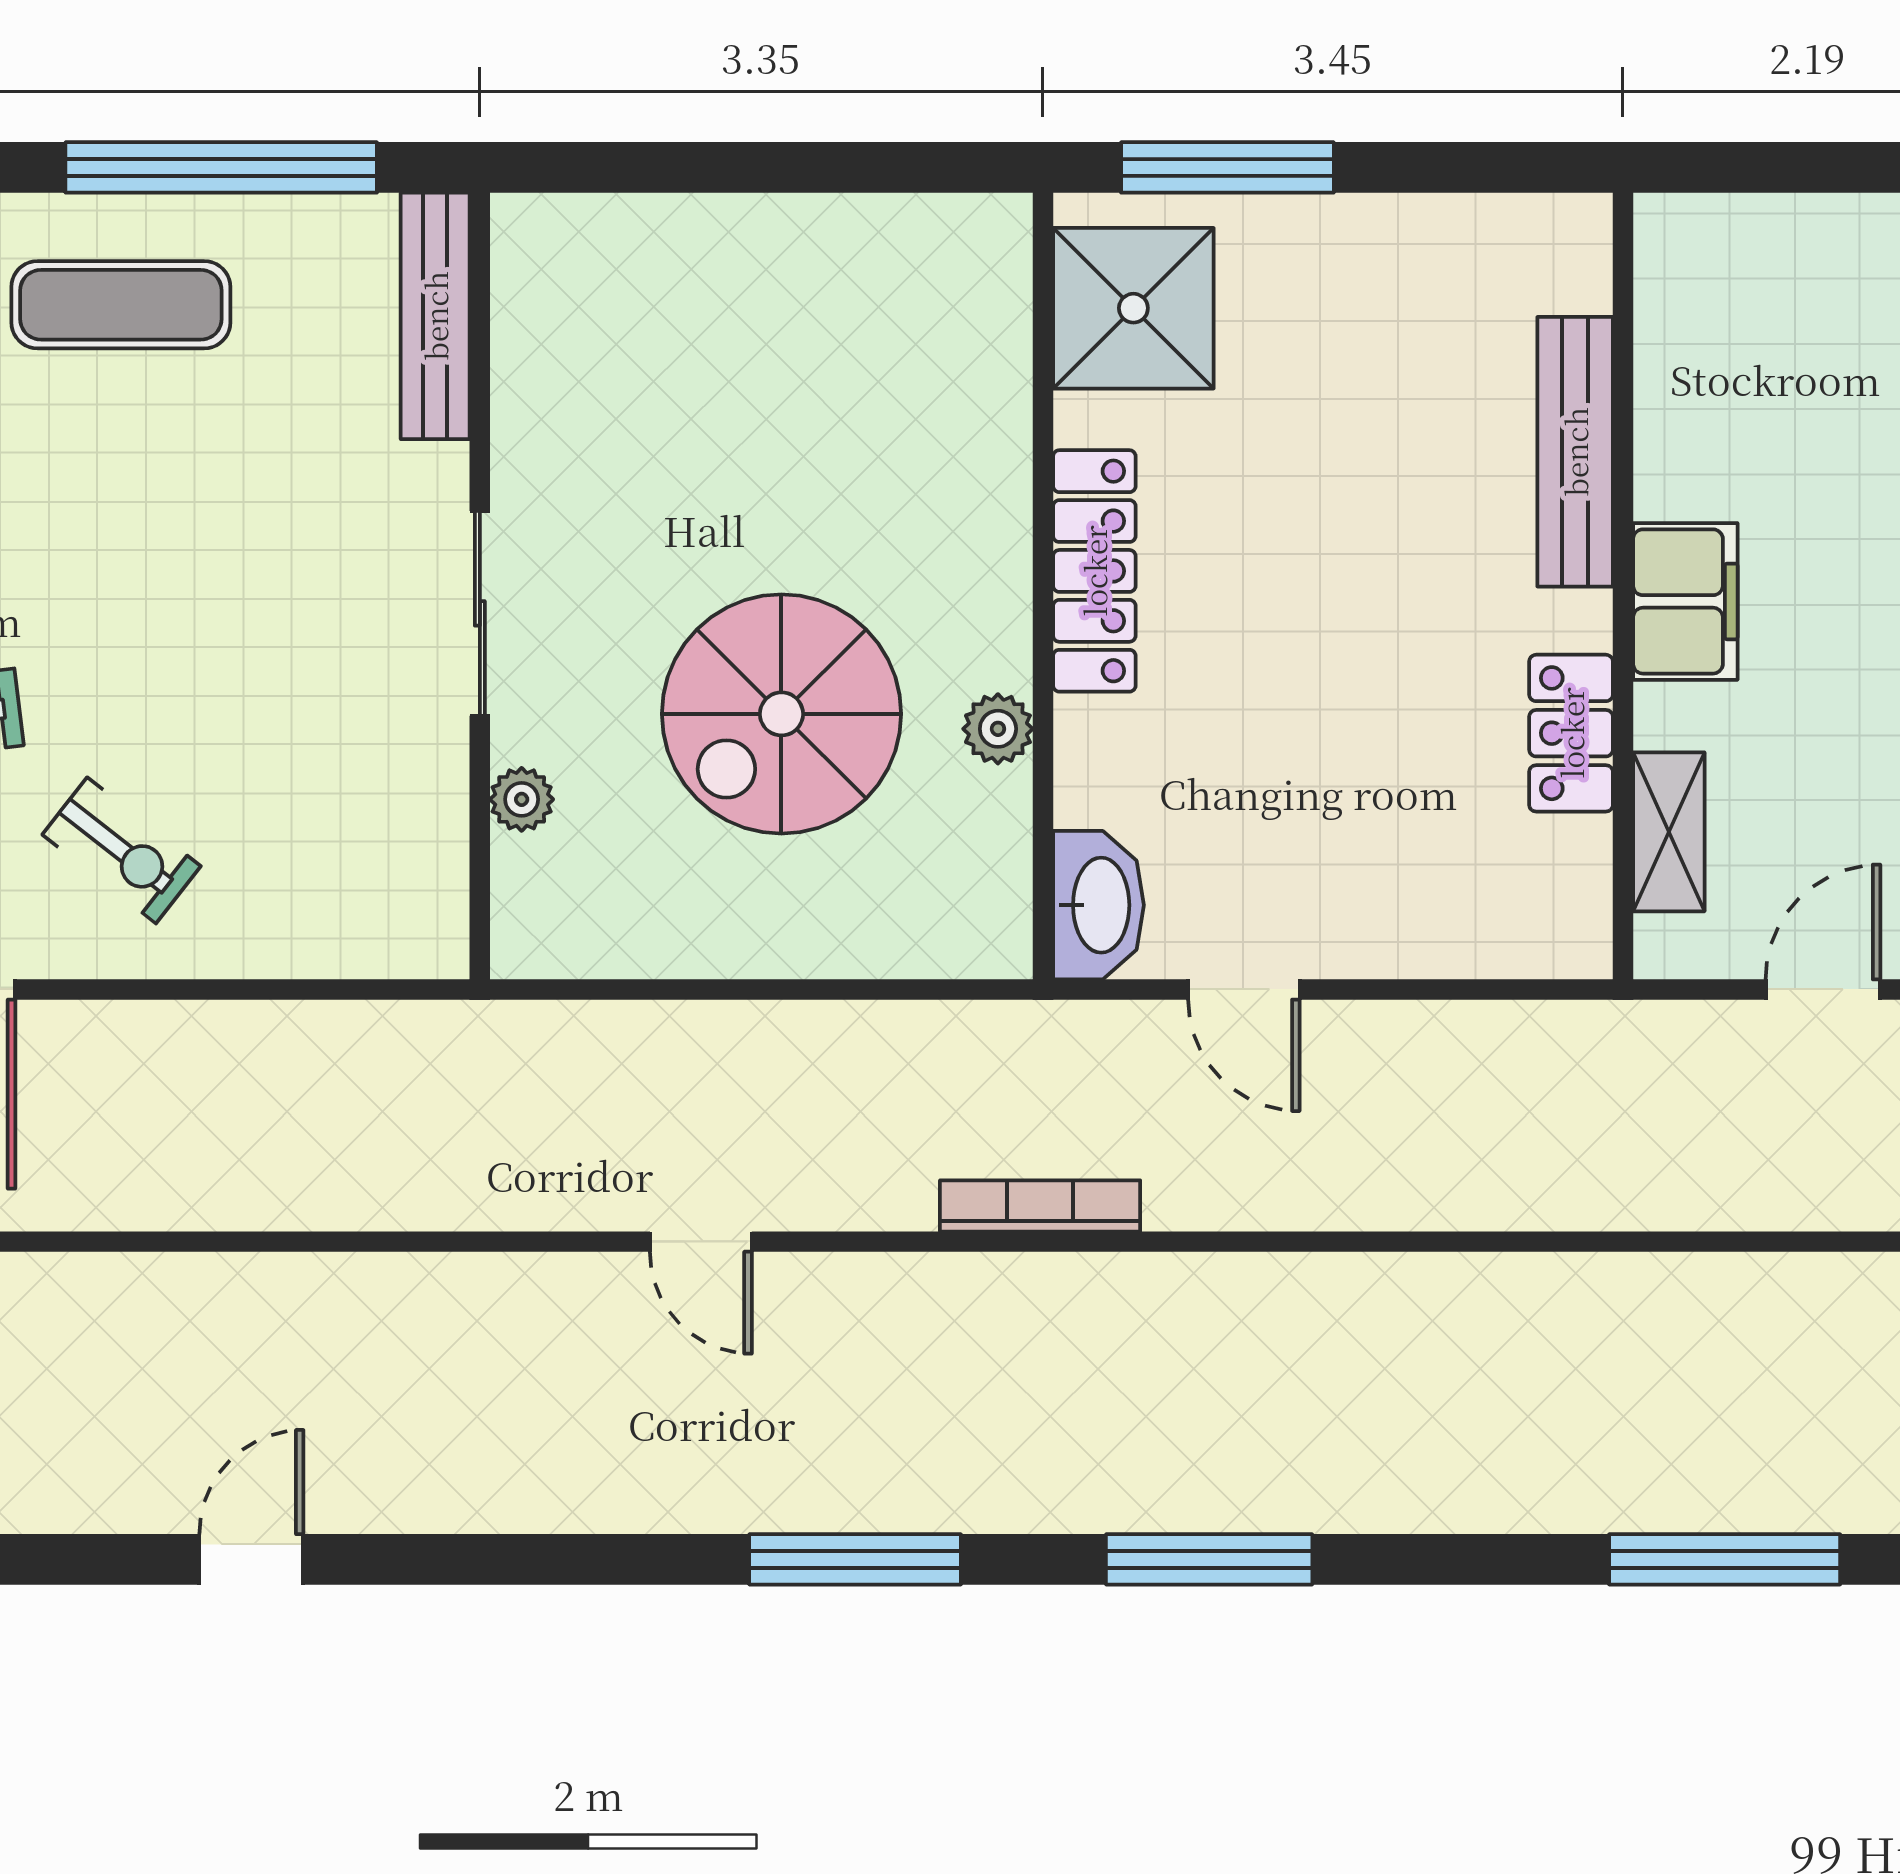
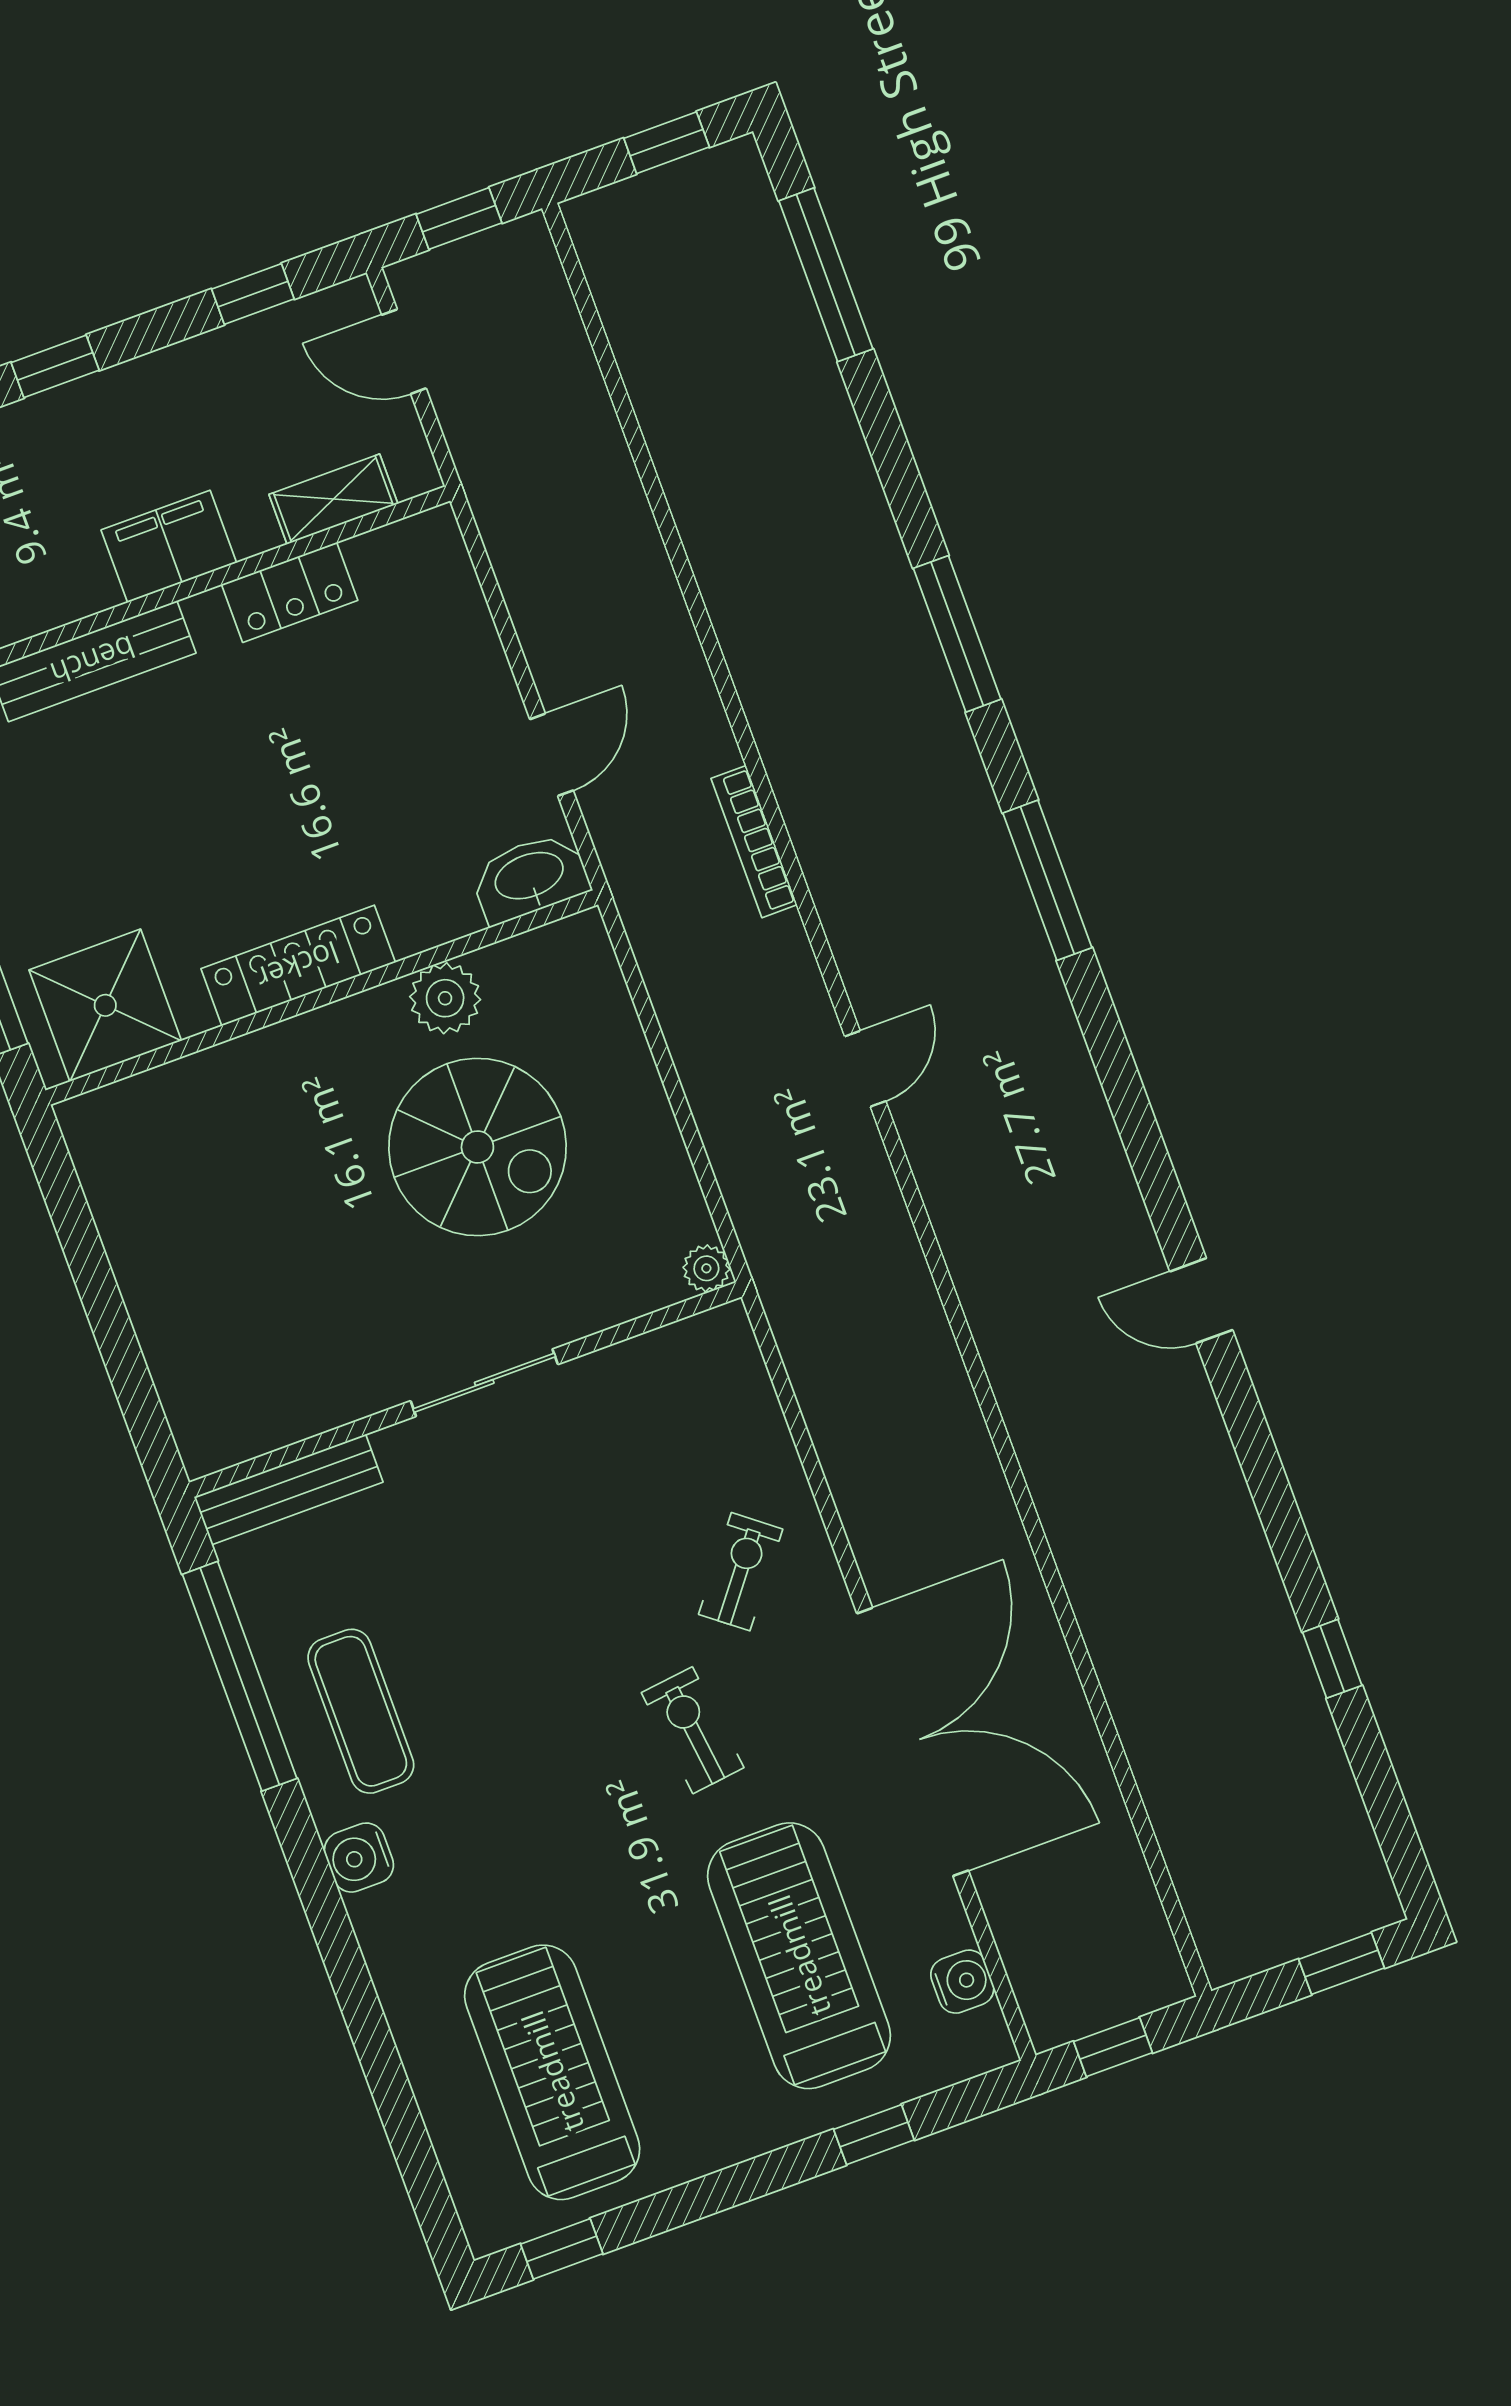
plant: (998, 729) -> (445, 998), width x1.38, depth x1.38
plant: (522, 799) -> (706, 1268), moved

